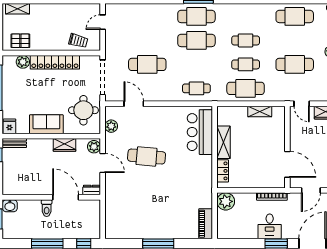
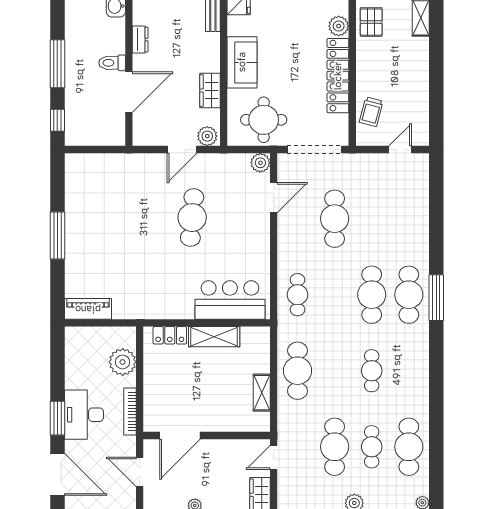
door: (103, 22) -> (400, 150), hinge flipped
cafe table: (246, 64) -> (372, 447), moved
plant: (111, 126) -> (260, 163), moved
dresser: (92, 190) -> (140, 40), moved
plant: (226, 201) -> (123, 362), moved
desk: (270, 226) -> (84, 415), width x1.37

